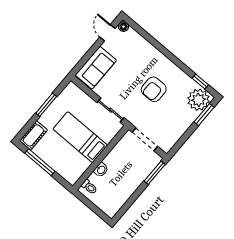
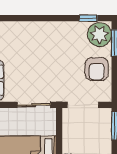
armchair: (154, 89) -> (97, 69), moved

